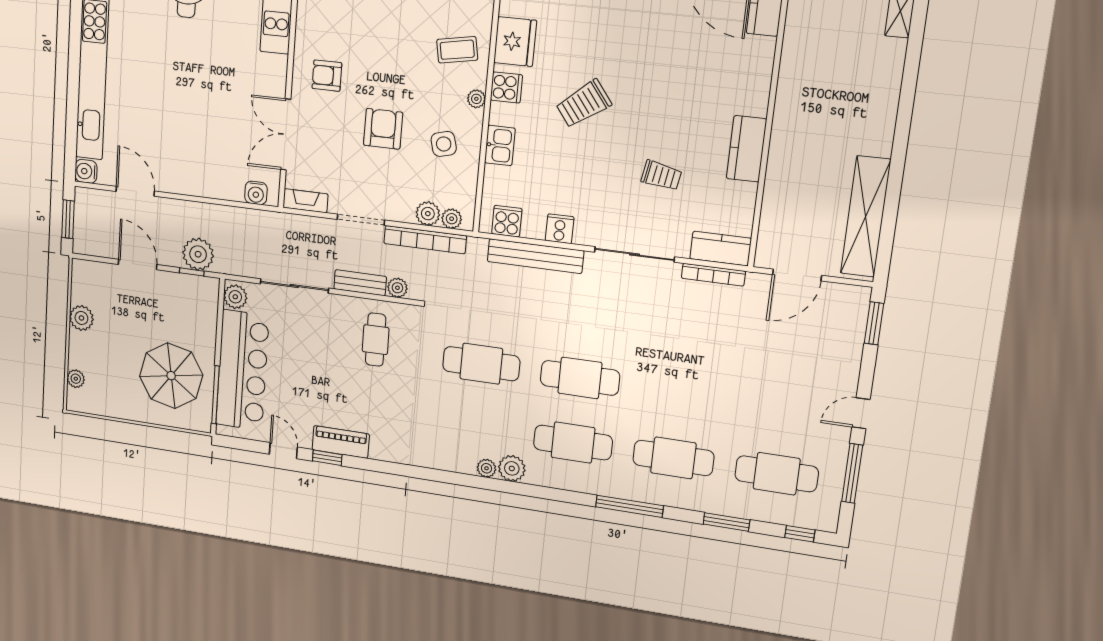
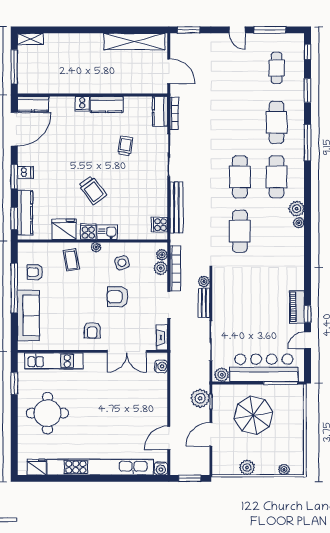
kitchen sink: (500, 145) -> (107, 232), moved
cooker: (560, 229) -> (82, 104), moved, turned -90
cafe table: (376, 340) -> (235, 292), removed
parasol: (171, 376) -> (253, 415), moved
cafe table: (777, 474) -> (277, 68), width x0.73, depth x0.74

